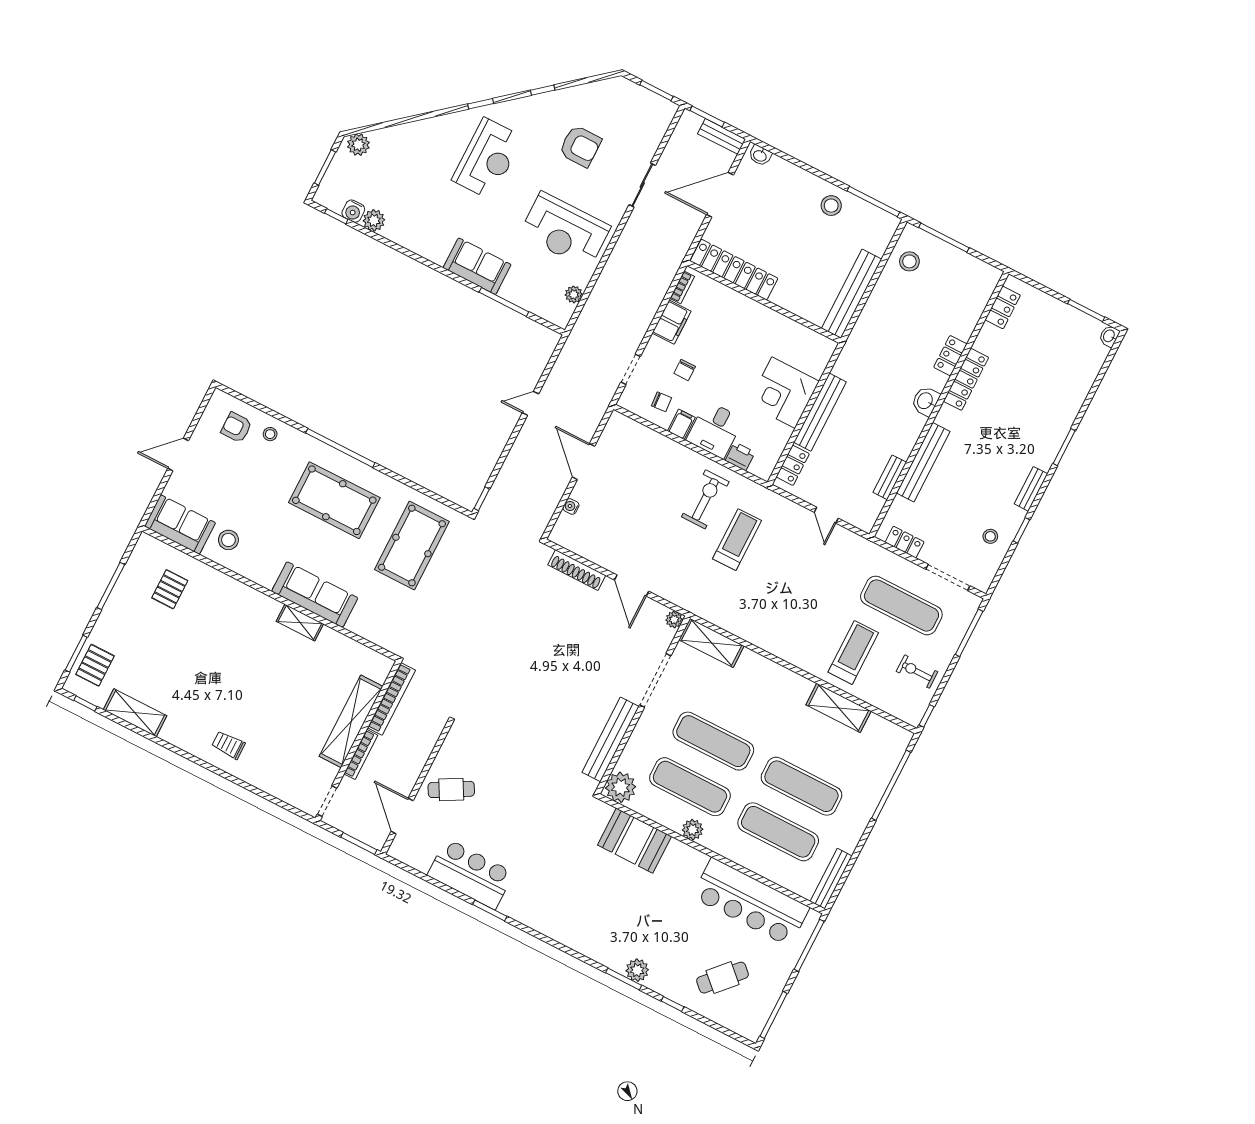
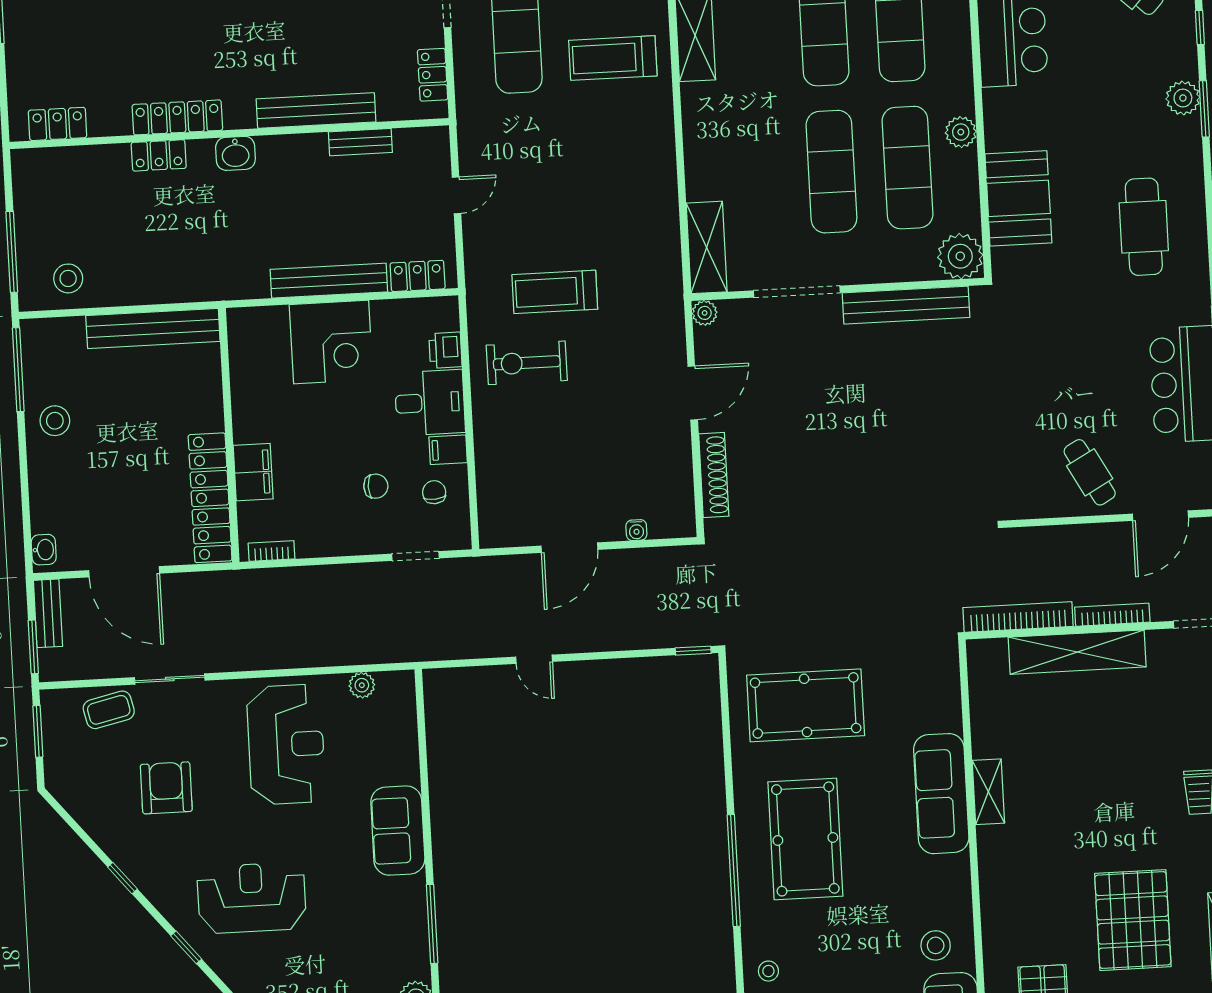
coffee table: (645, 139) -> (109, 710), added
window: (504, 302) -> (432, 924), moved
filing cabinet: (672, 322) -> (253, 472), moved, turned 90
pallet: (176, 663) -> (1133, 920), added
cafe table: (576, 904) -> (1144, 227), added

